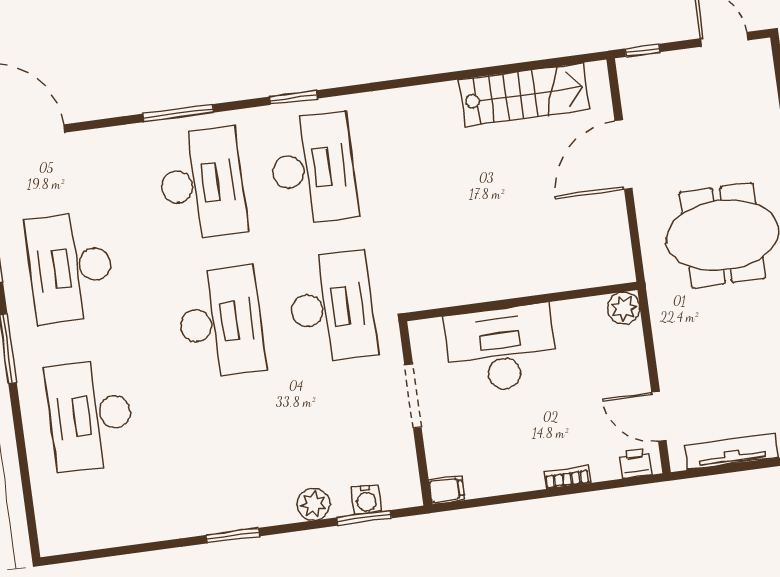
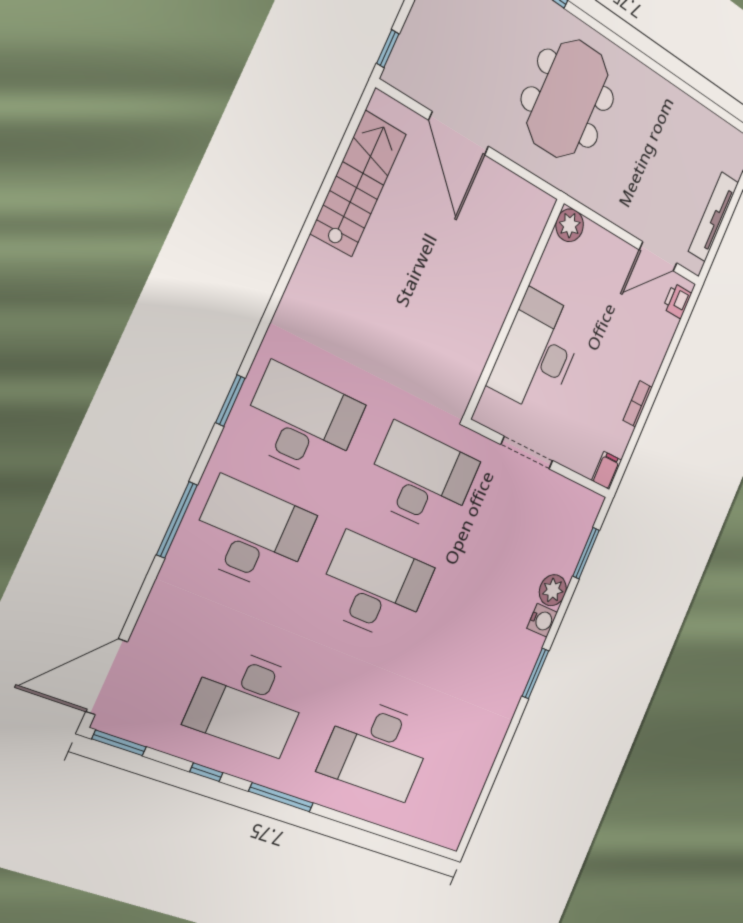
bookcase: (567, 477) -> (638, 404), moved
water cooler: (366, 499) -> (542, 620), moved

